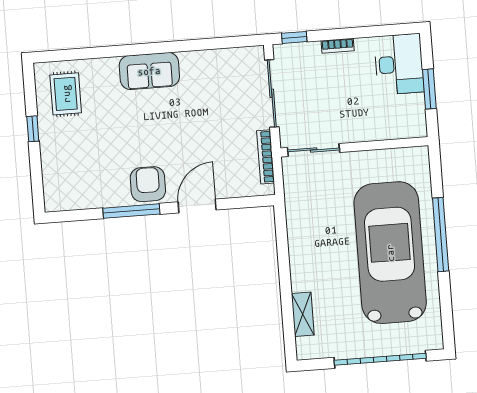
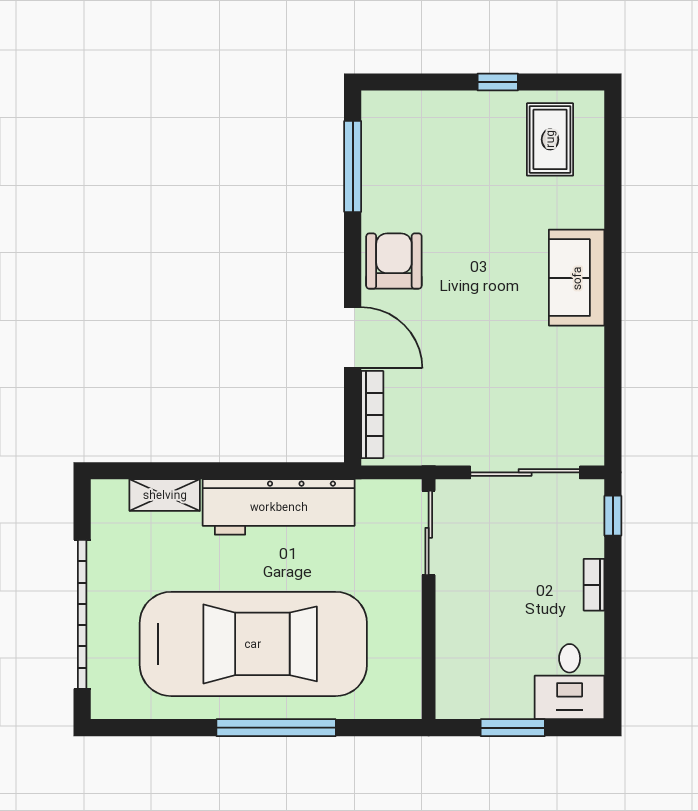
desk: (399, 64) -> (570, 682), width x0.73
rug: (66, 94) -> (550, 139), turned 90
bookcase: (266, 157) -> (372, 415), moved, turned 90
armchair: (148, 184) -> (394, 261), turned -90
window: (131, 211) -> (353, 166), moved
workbench: (305, 243) -> (279, 507), added

